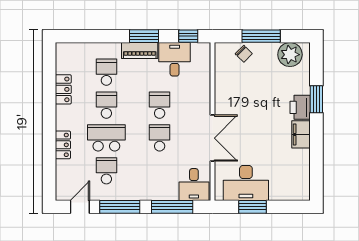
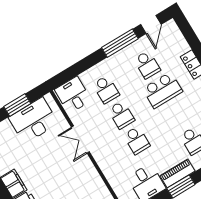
school desk: (106, 105) -> (106, 90), moved
double door: (212, 138) -> (80, 140), width x0.73
window: (172, 207) -> (79, 68), removed

